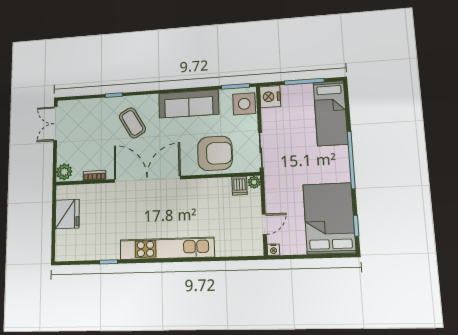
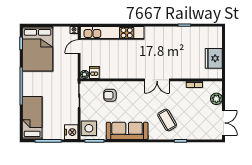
armchair: (215, 153) -> (110, 95), width x0.53, depth x0.53
plant: (64, 172) -> (216, 99), moved
double door: (147, 179) -> (157, 80), width x0.54
kitchen unit: (167, 248) -> (112, 33), moved

